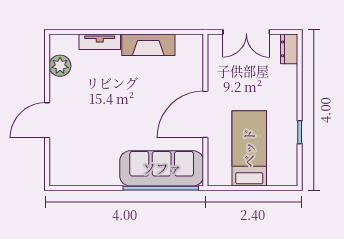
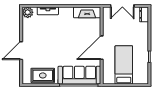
fireplace: (148, 45) -> (87, 12), moved
plant: (60, 66) -> (28, 12), moved
rug: (90, 169) -> (43, 75), added

